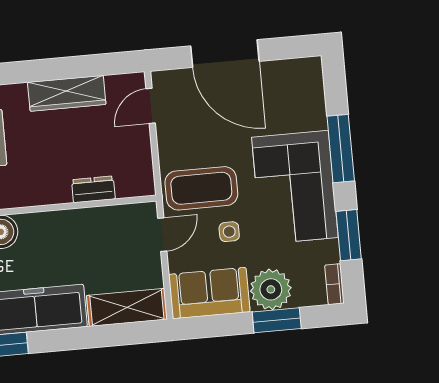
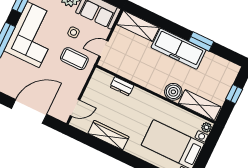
door: (225, 54) -> (29, 111), hinge flipped
coffee table: (201, 188) -> (74, 59), width x0.73, depth x0.76

